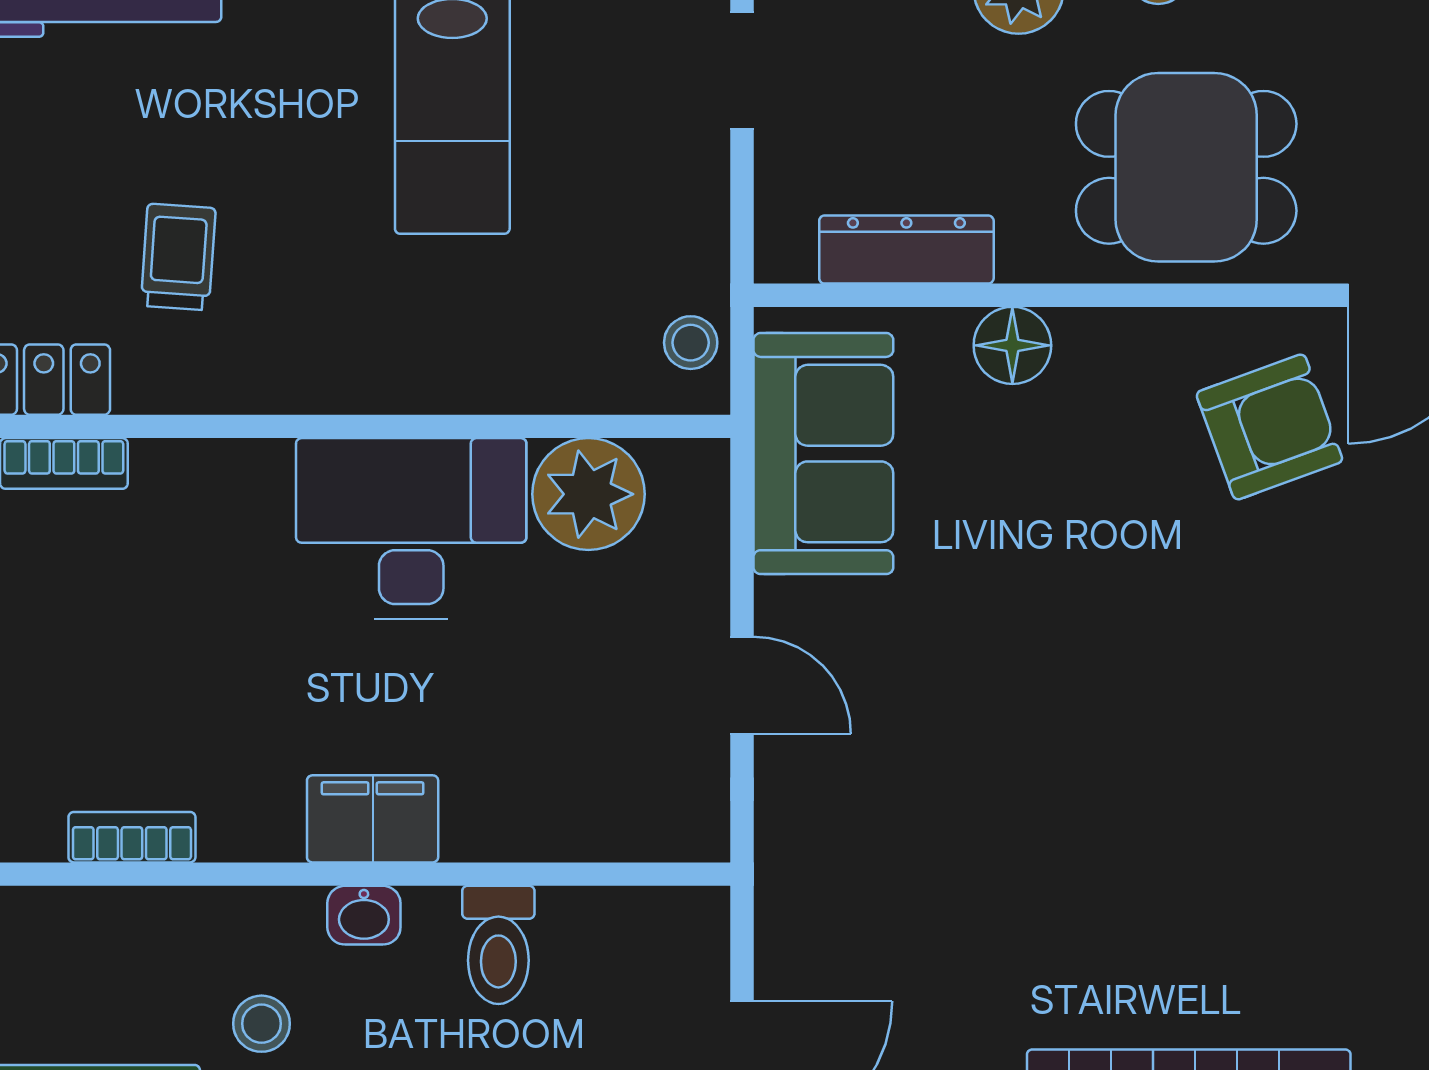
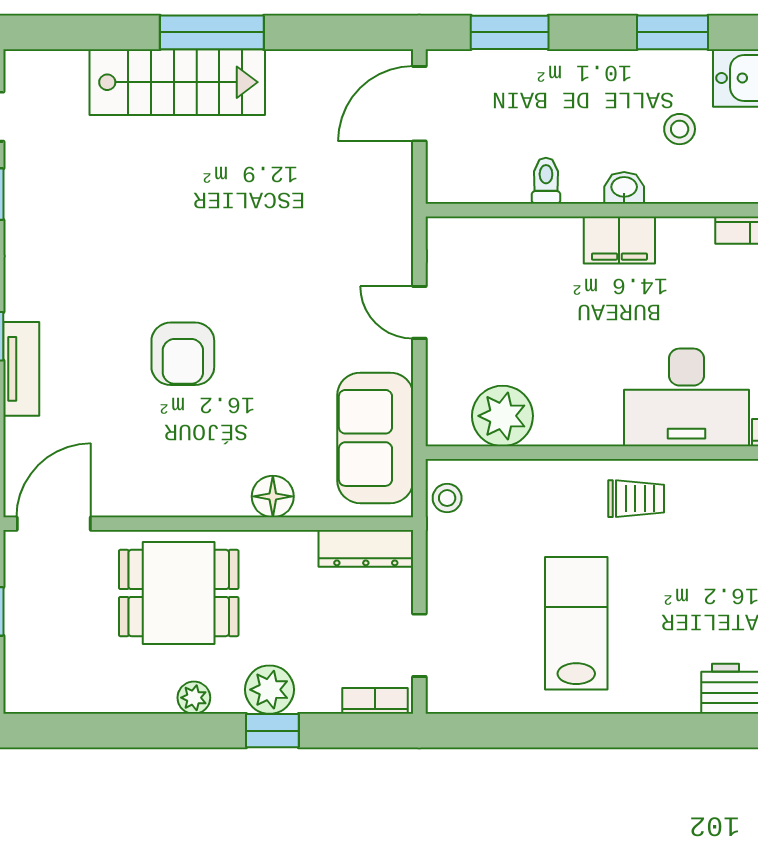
dresser: (906, 250) -> (366, 548), moved
trolley: (178, 257) -> (636, 499), moved, turned -94
armchair: (1269, 427) -> (183, 354), moved, turned -70
desk: (411, 528) -> (687, 397), moved
toilet: (498, 945) -> (546, 181), width x0.73, depth x0.72

